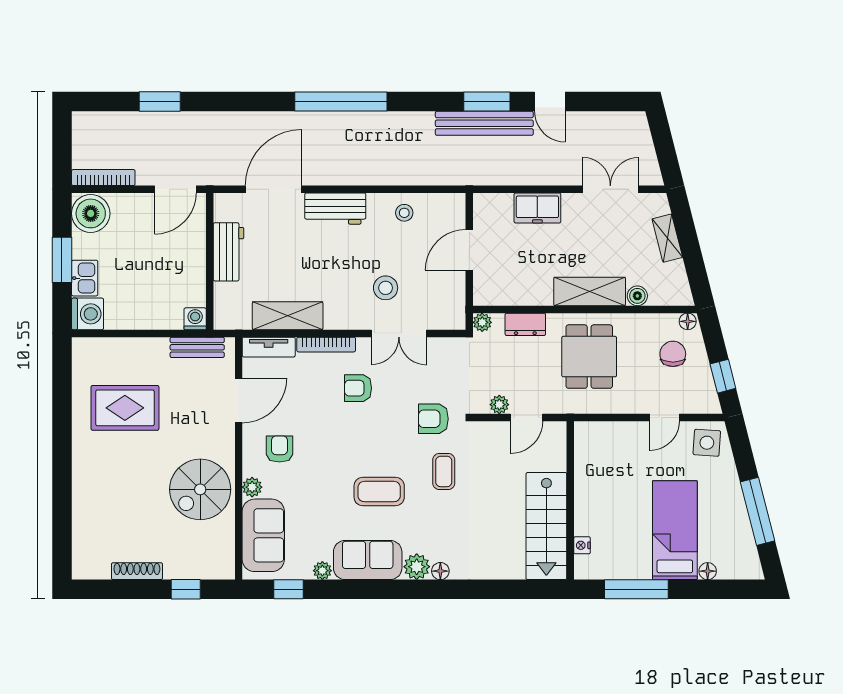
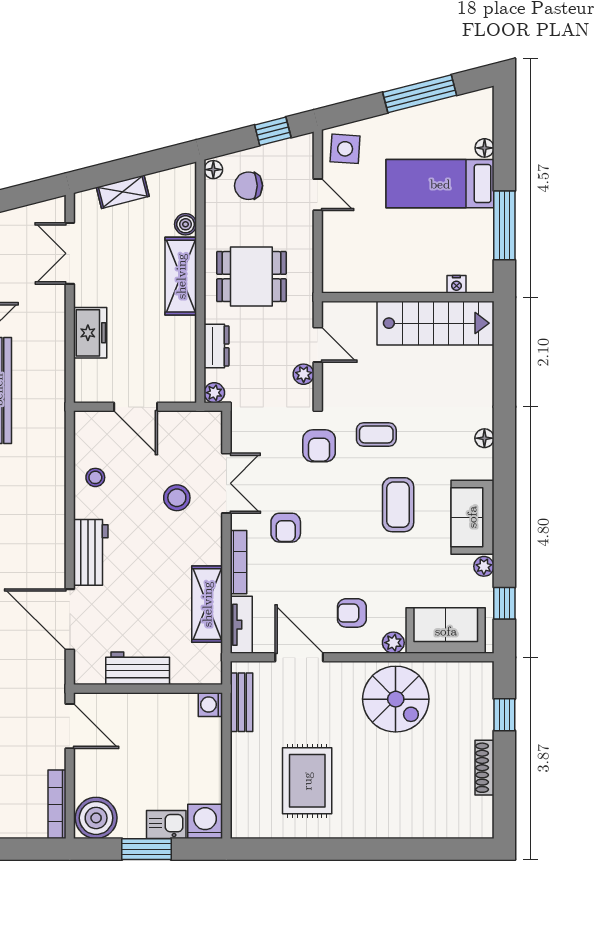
plant: (417, 567) -> (480, 464), removed

